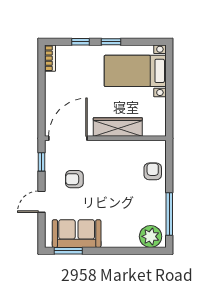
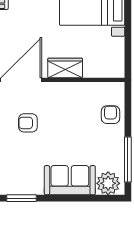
wardrobe: (118, 127) -> (65, 68), width x0.67
sofa: (77, 234) -> (70, 180), moved

